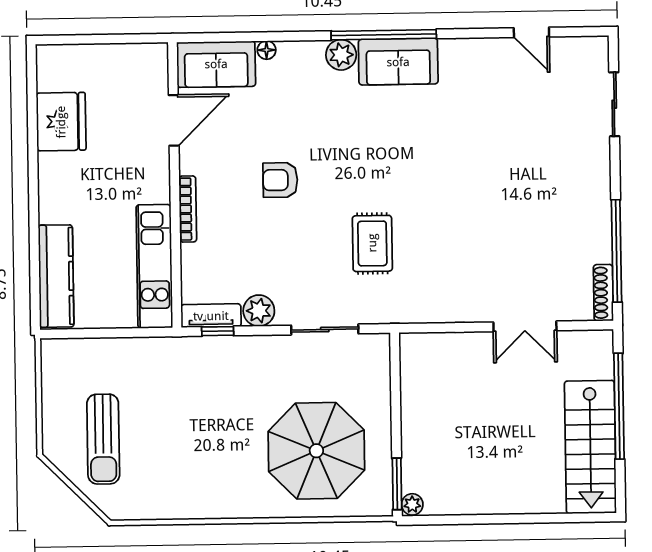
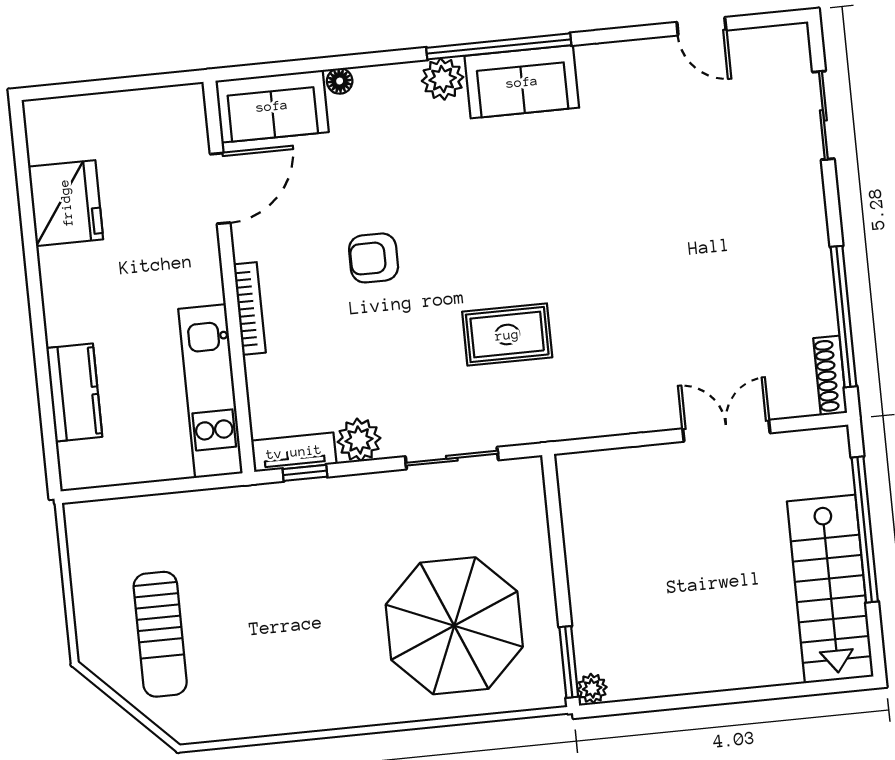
rug: (372, 243) -> (507, 335), turned 90
kitchen counter: (56, 276) -> (74, 392), width x0.67
double door: (525, 326) -> (726, 431), swing flipped

